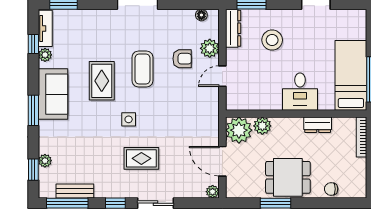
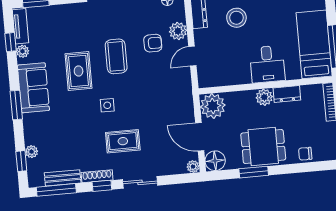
plant: (262, 126) -> (264, 97), moved
floor lamp: (236, 188) -> (215, 161), added
shoe rack: (111, 193) -> (97, 176), added

